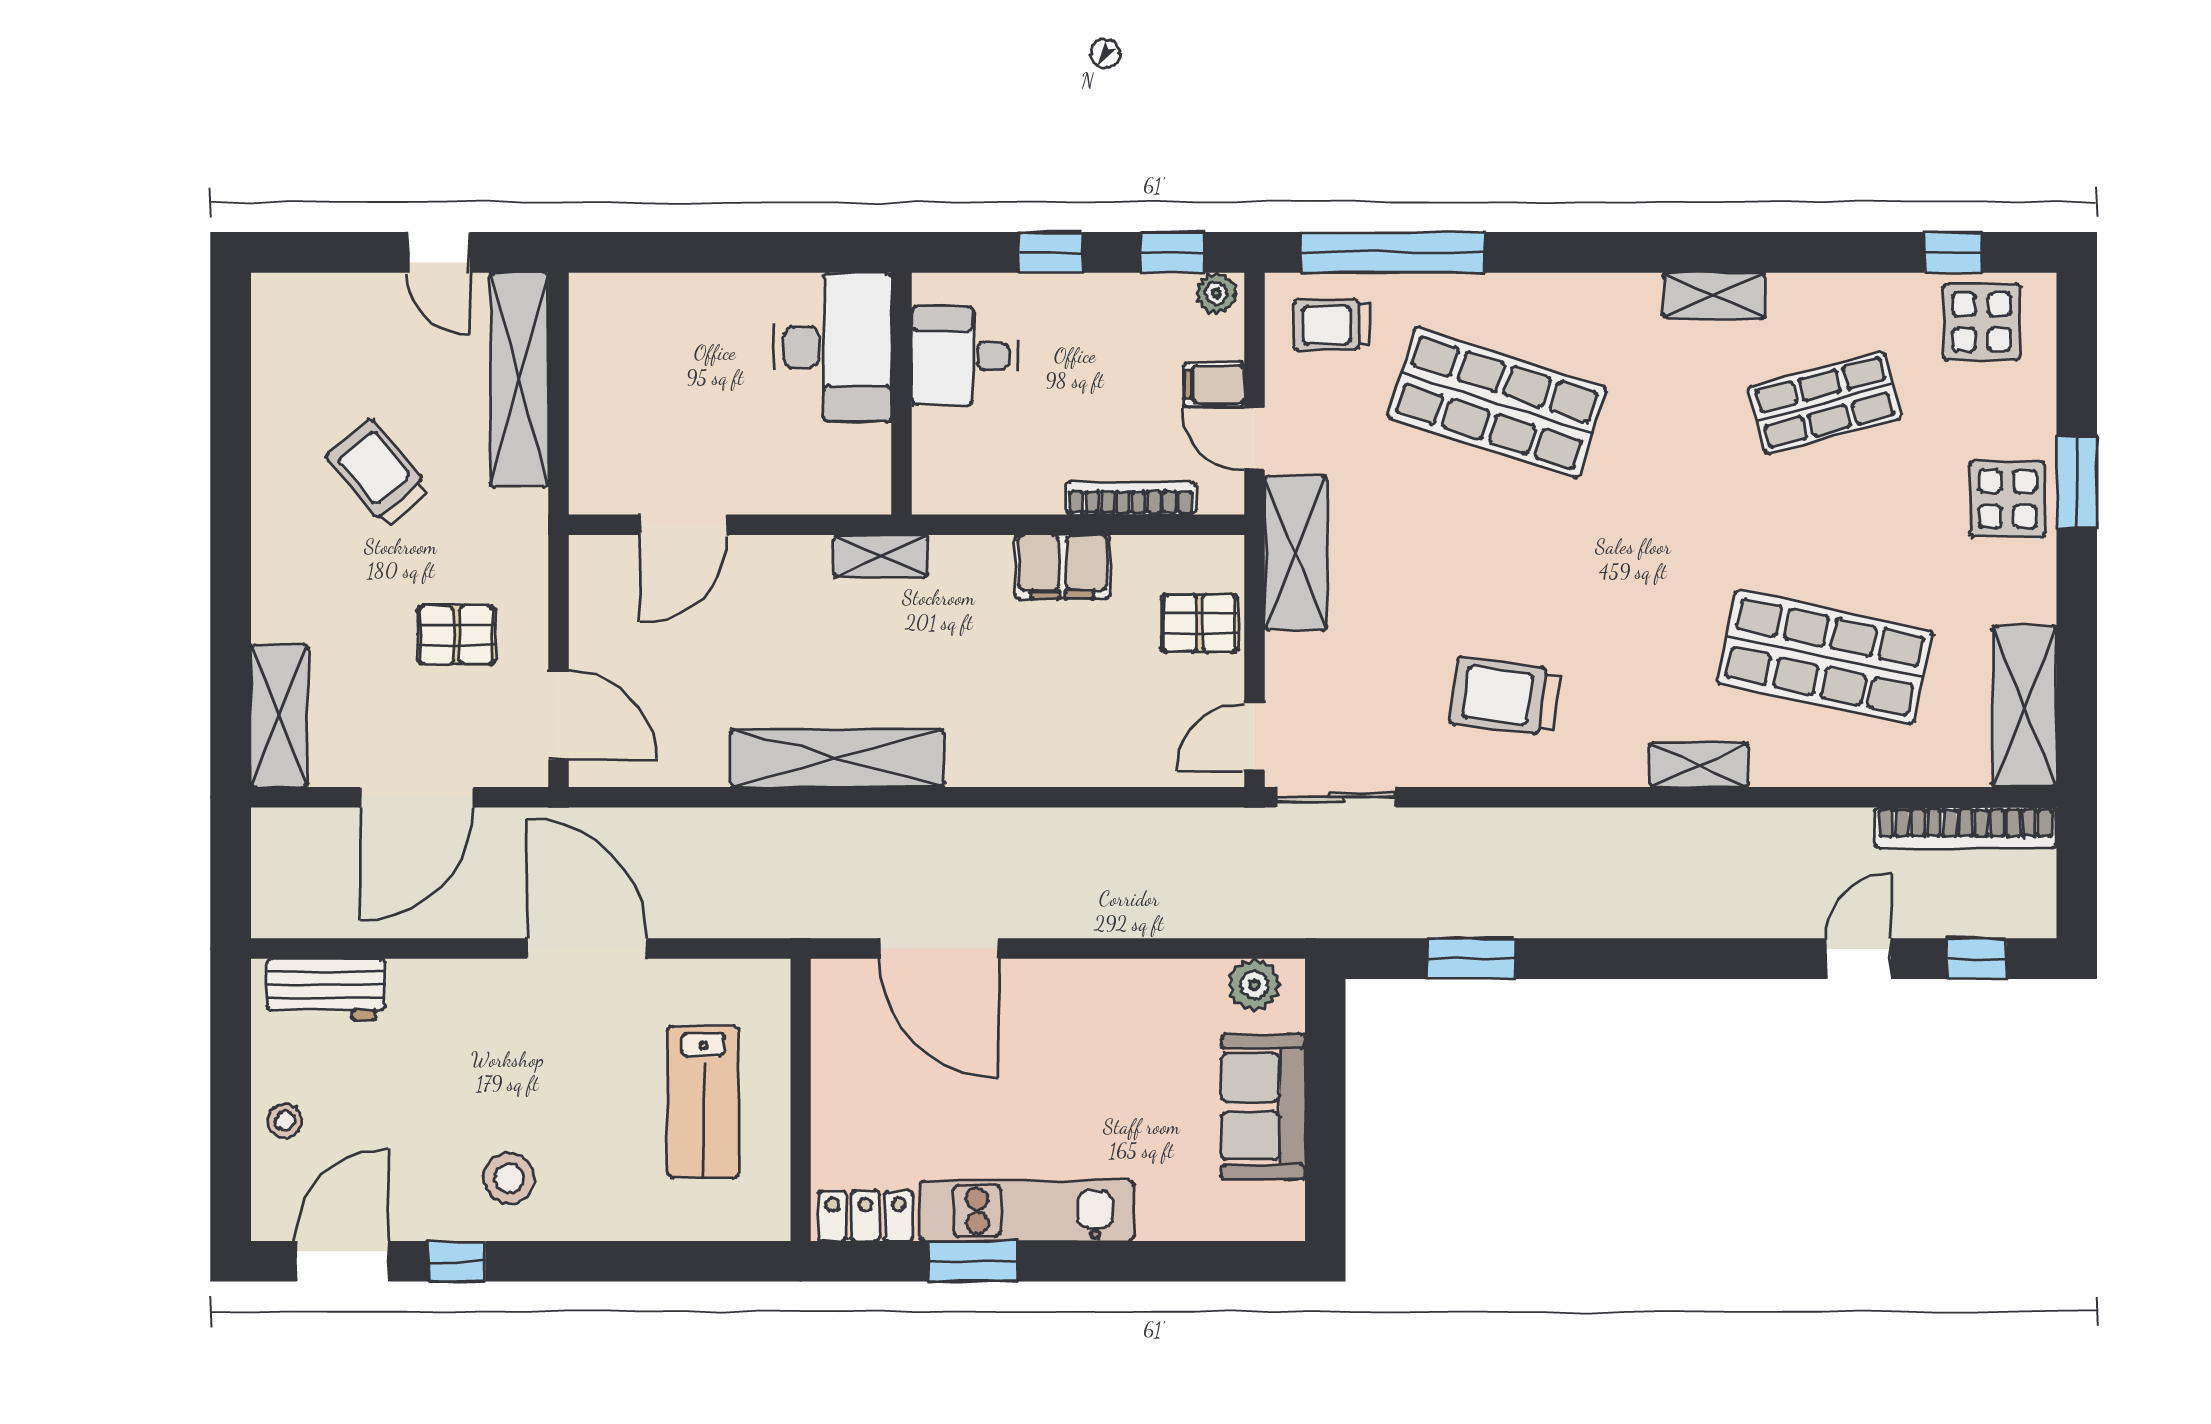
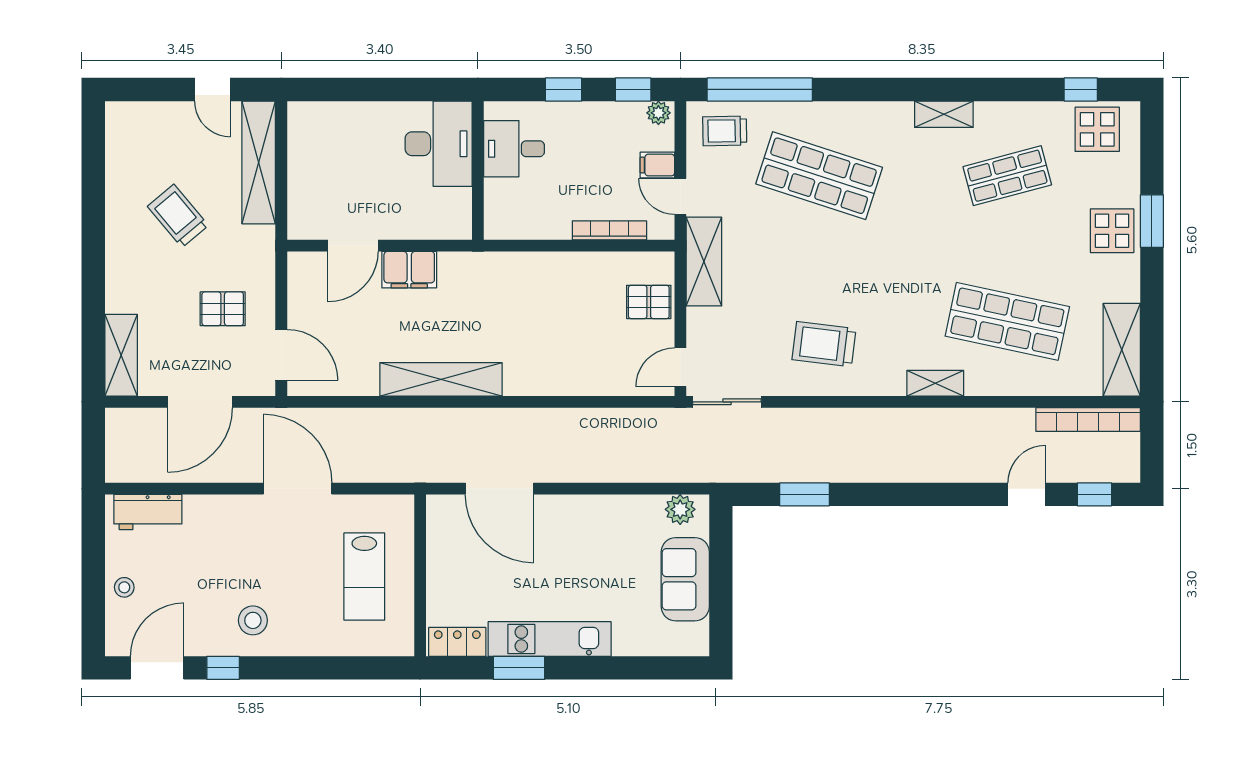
shelving: (881, 556) -> (466, 264), removed
filing cabinet: (1063, 567) -> (409, 270), moved

